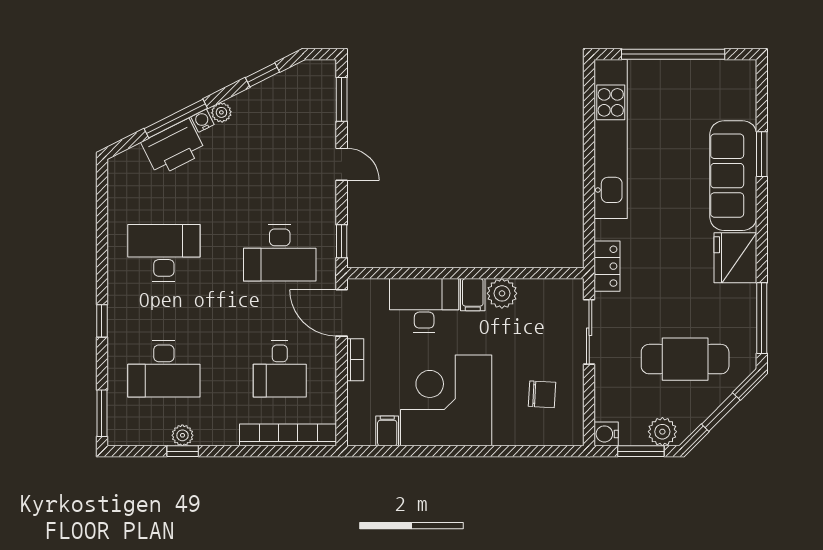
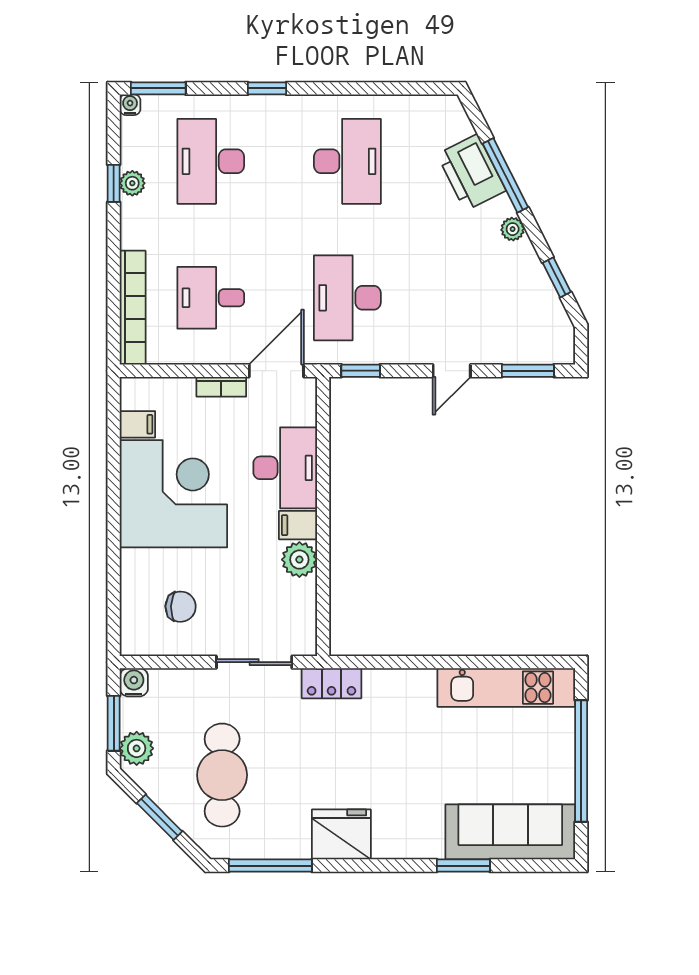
water cooler: (202, 121) -> (130, 105), moved, turned -63
kitchen unit: (611, 139) -> (506, 688), width x0.73
sofa: (733, 176) -> (510, 832), moved
chair: (542, 394) -> (181, 607), turned -91

